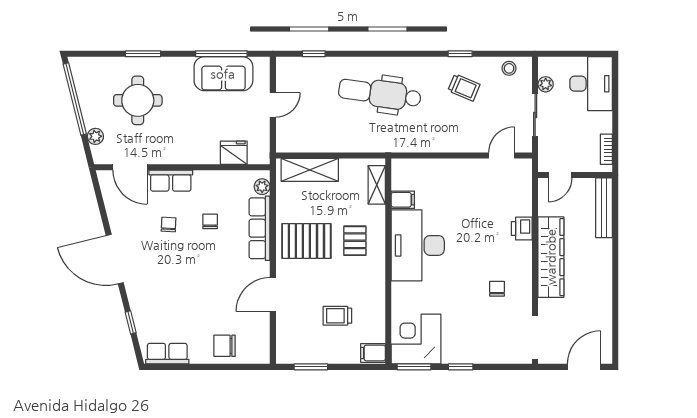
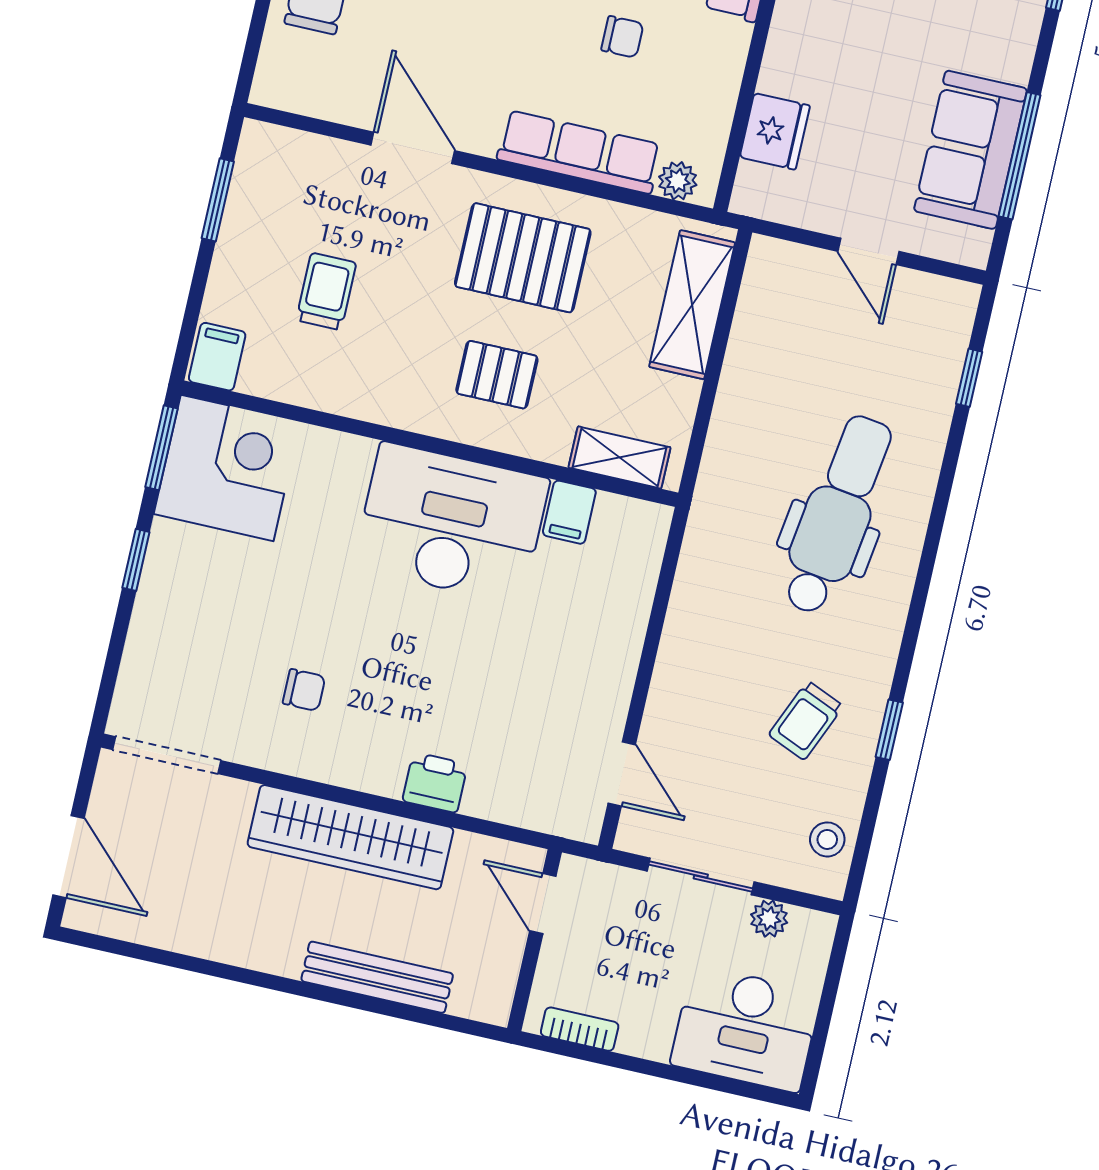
bench: (604, 208) -> (377, 977), moved
pallet: (306, 241) -> (523, 258), turned 90

